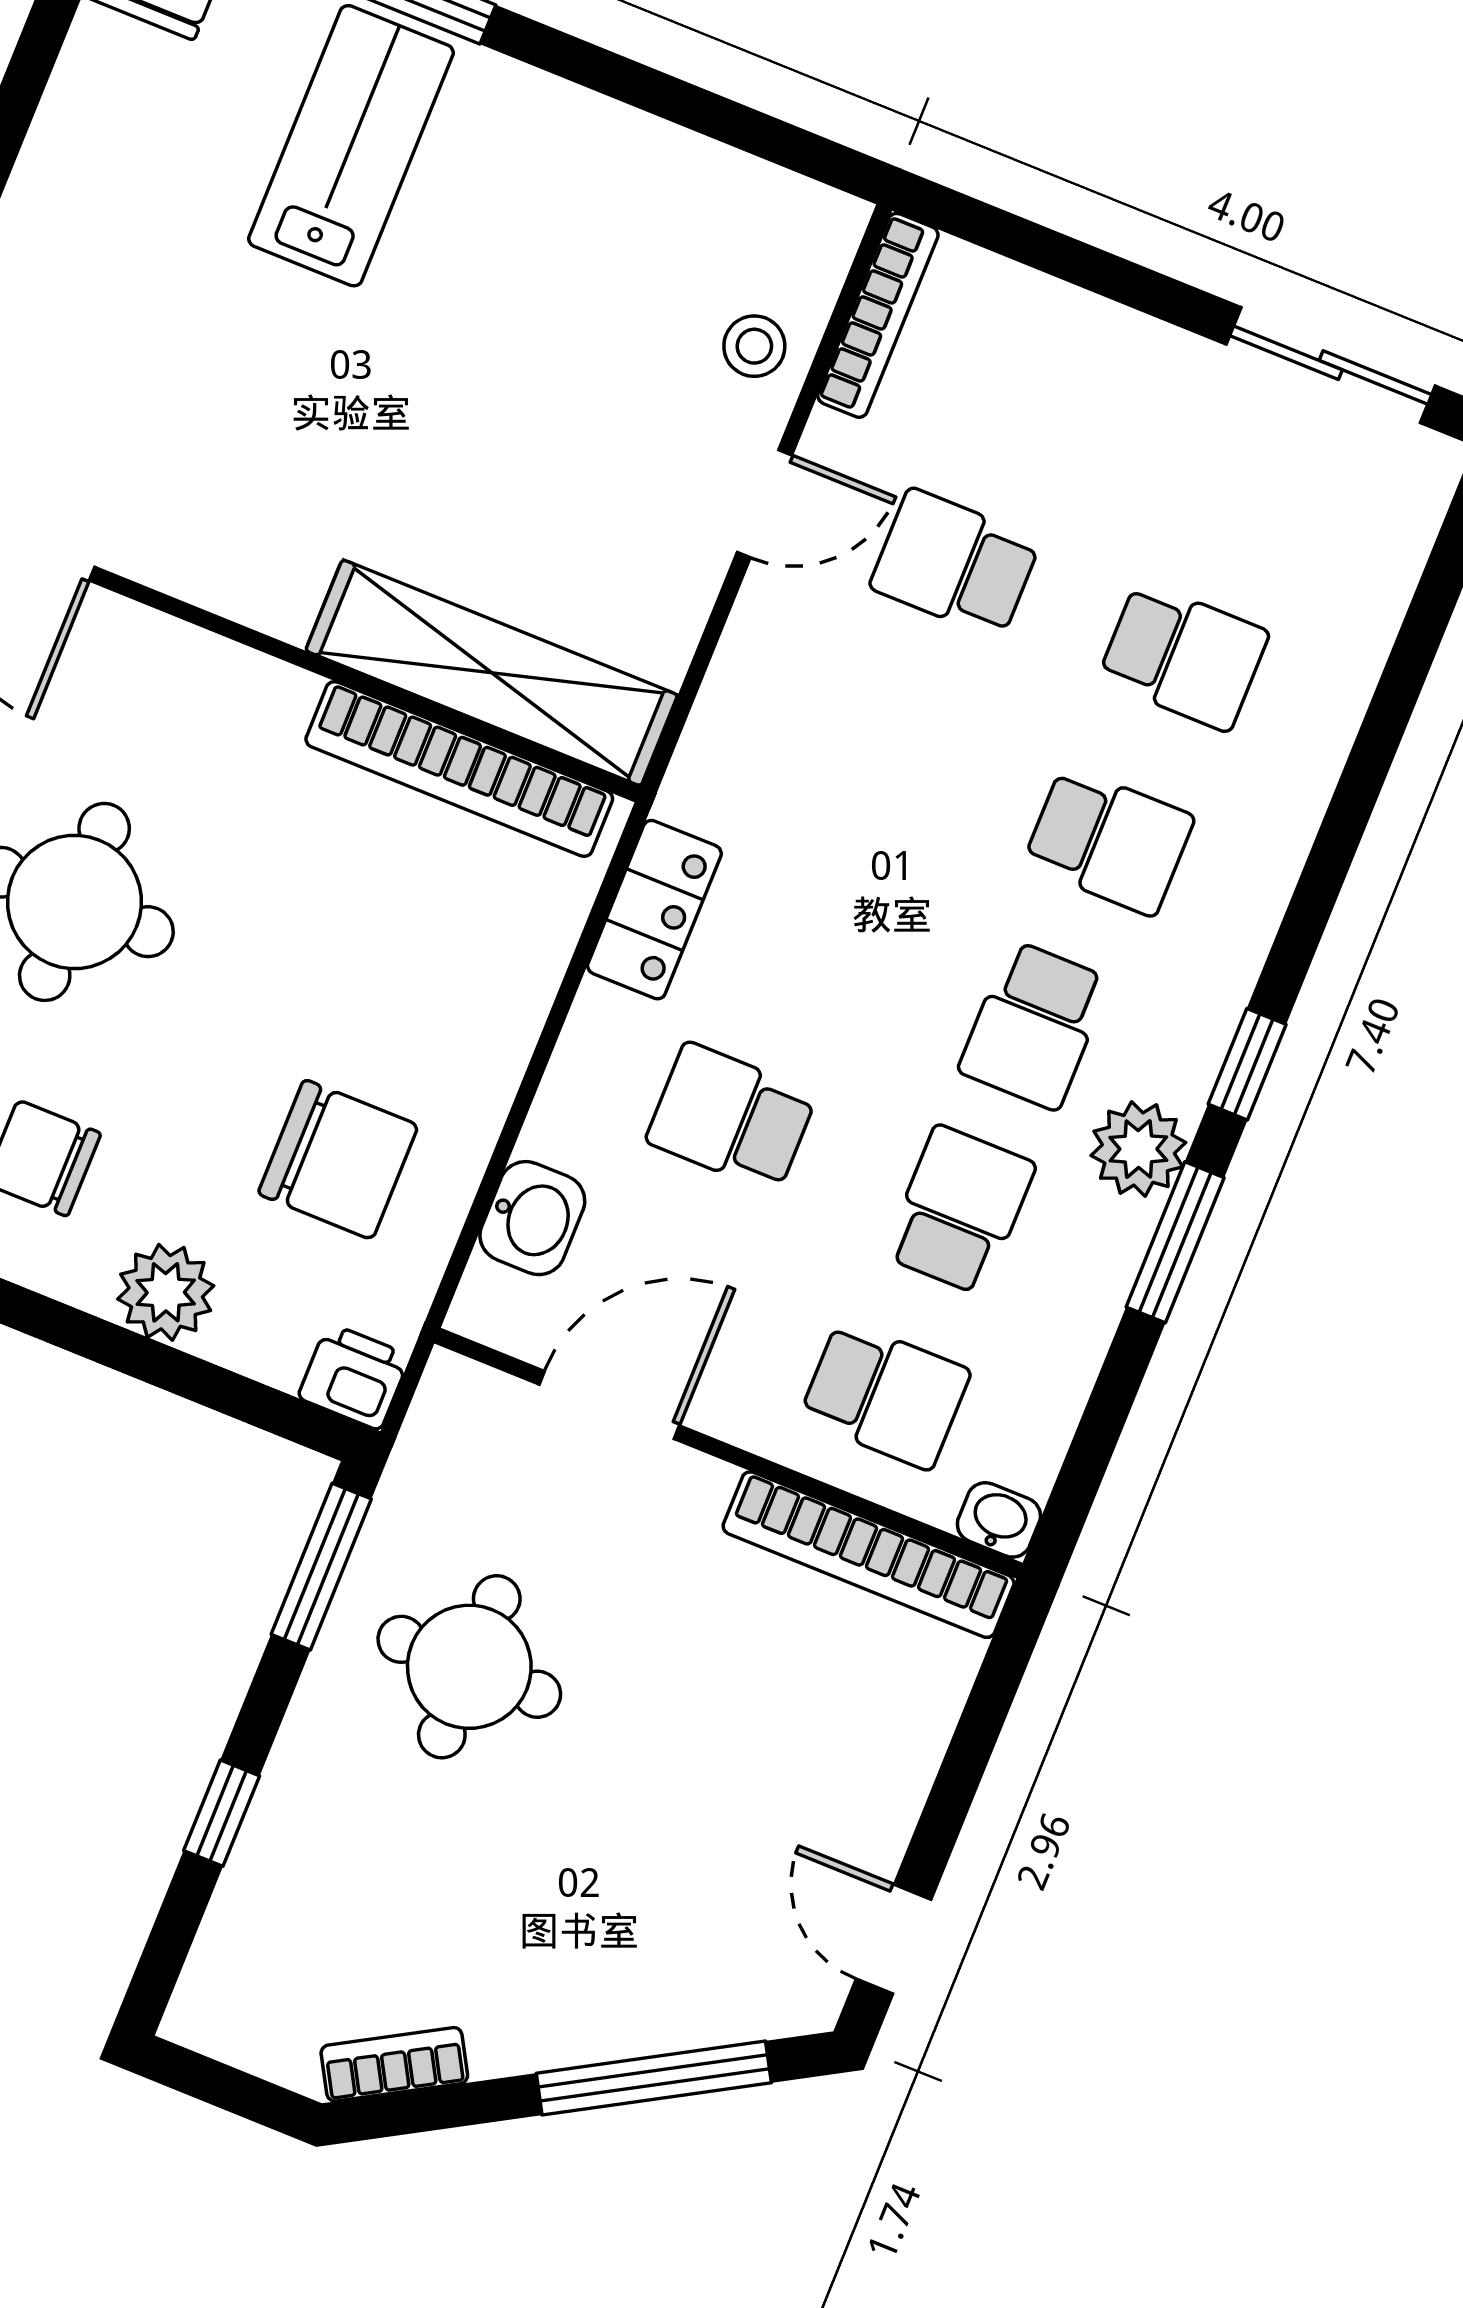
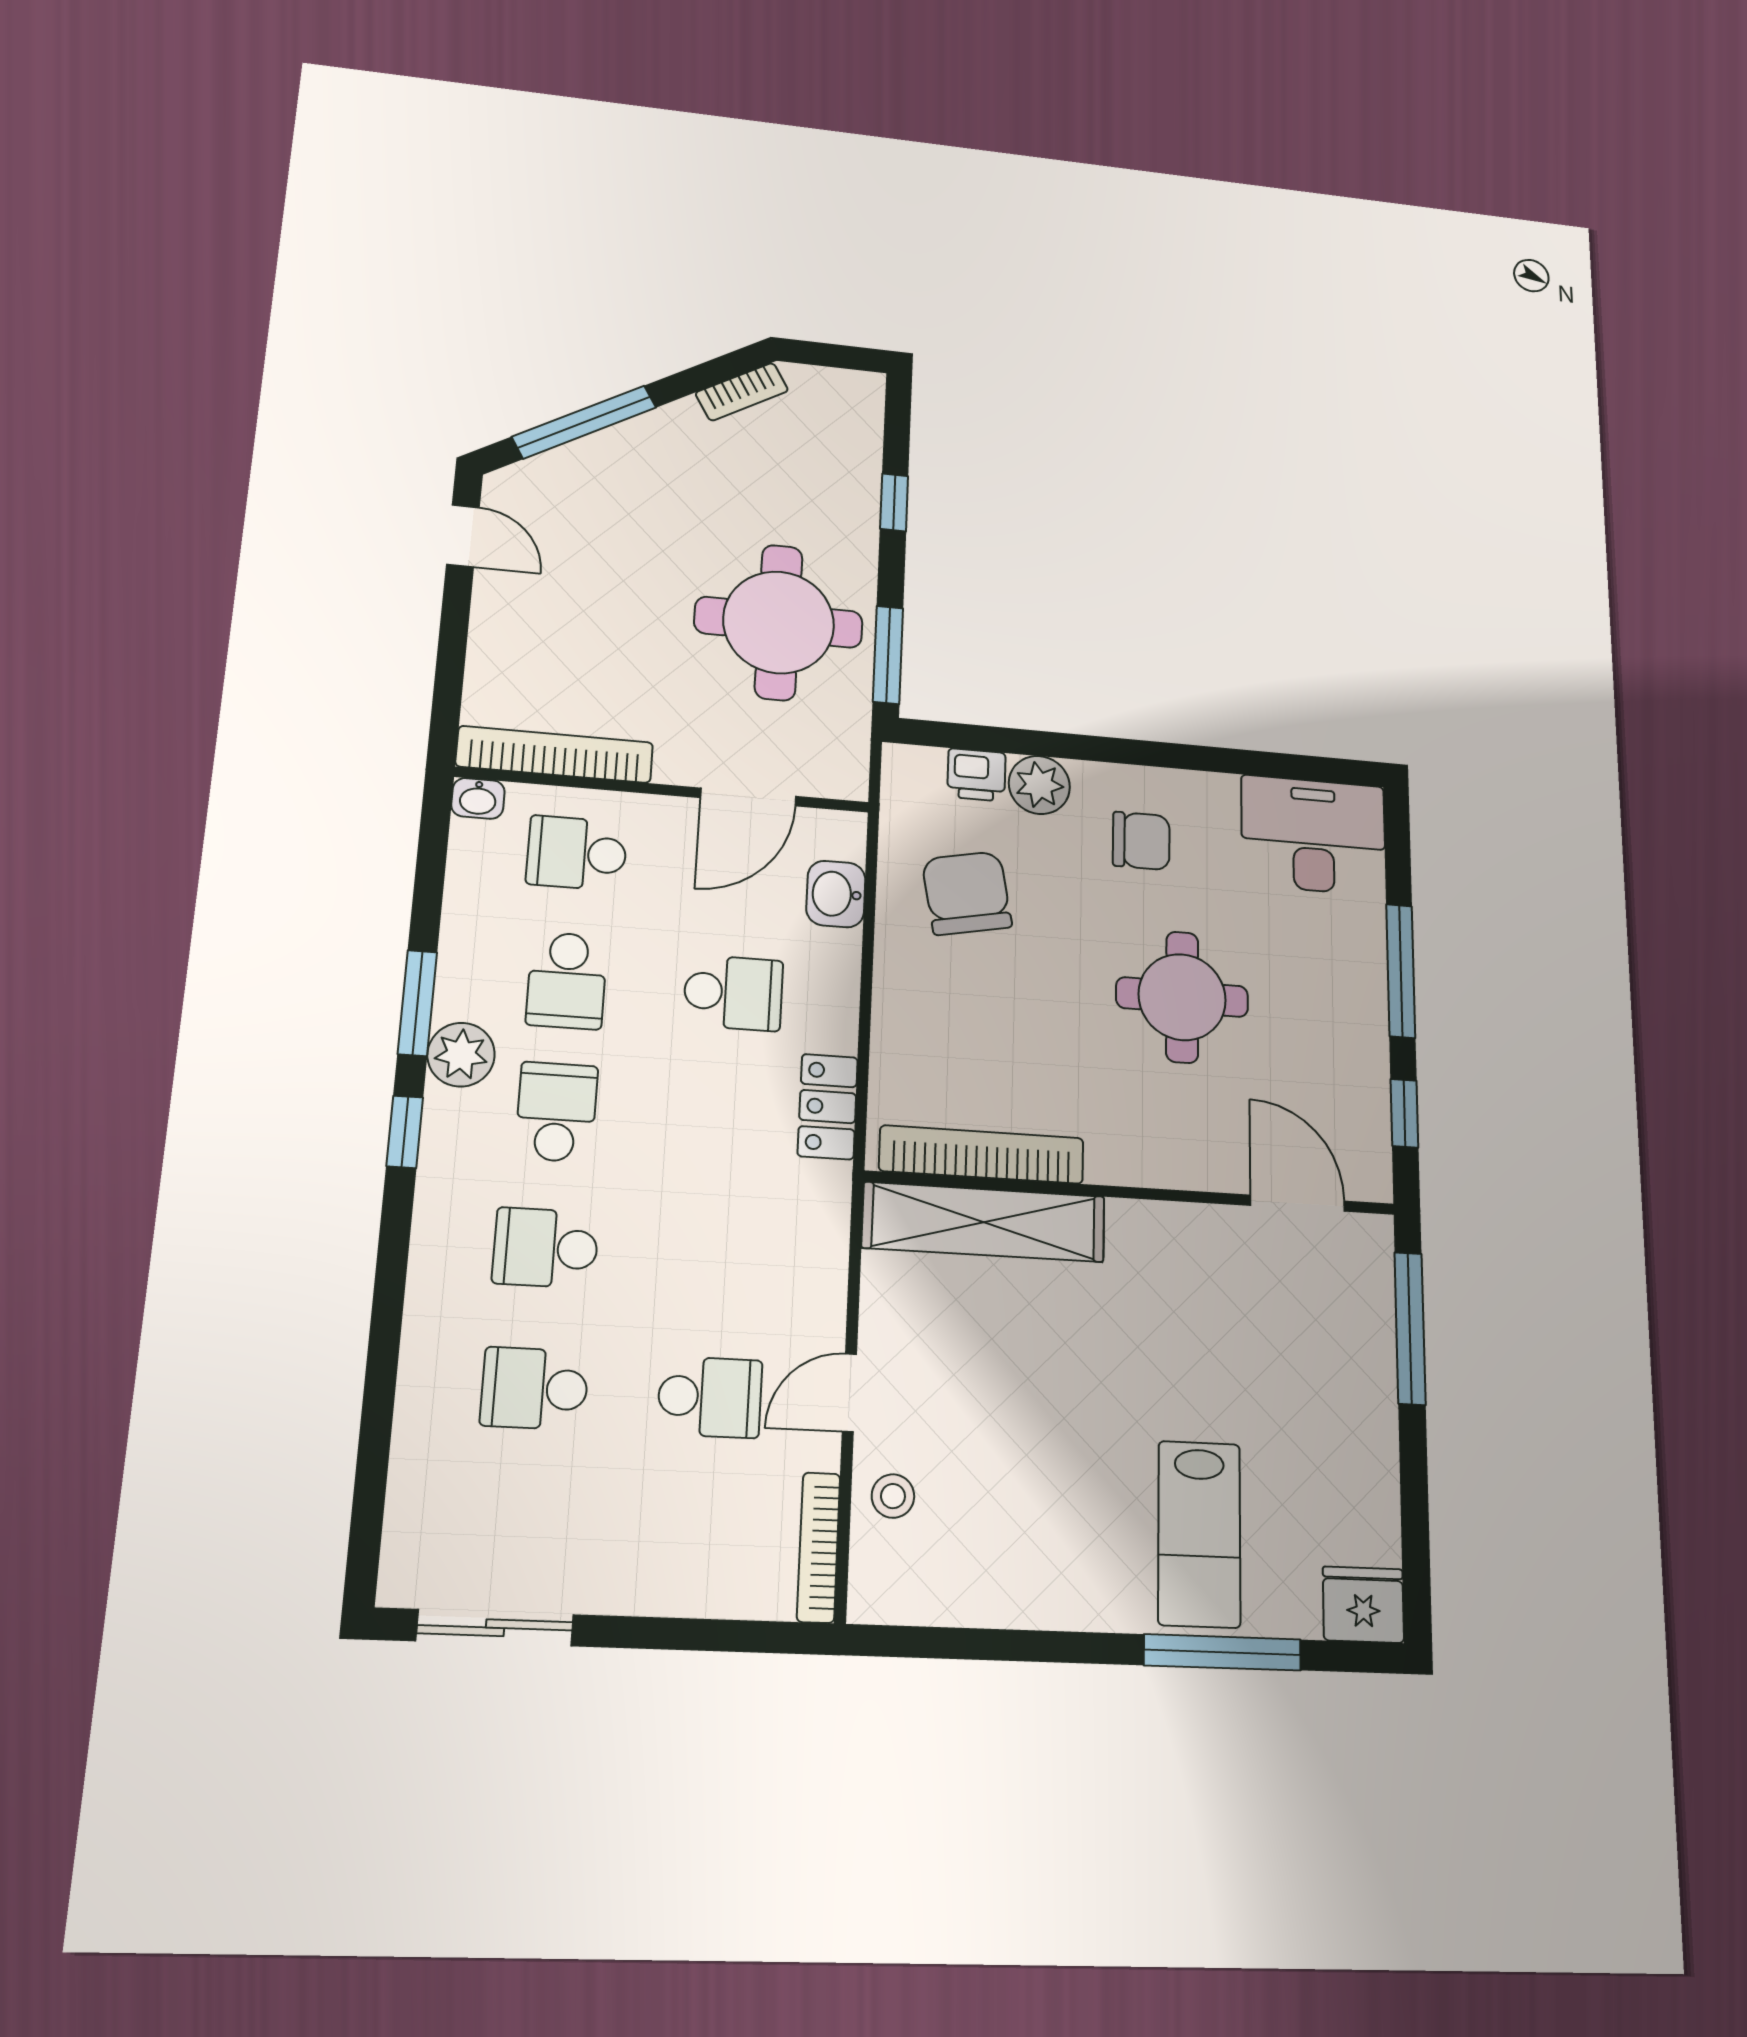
chair: (338, 1160) -> (967, 893), turned 79
printer: (354, 1377) -> (976, 775), moved
round table: (469, 1667) -> (779, 622), width x1.36, depth x1.36

